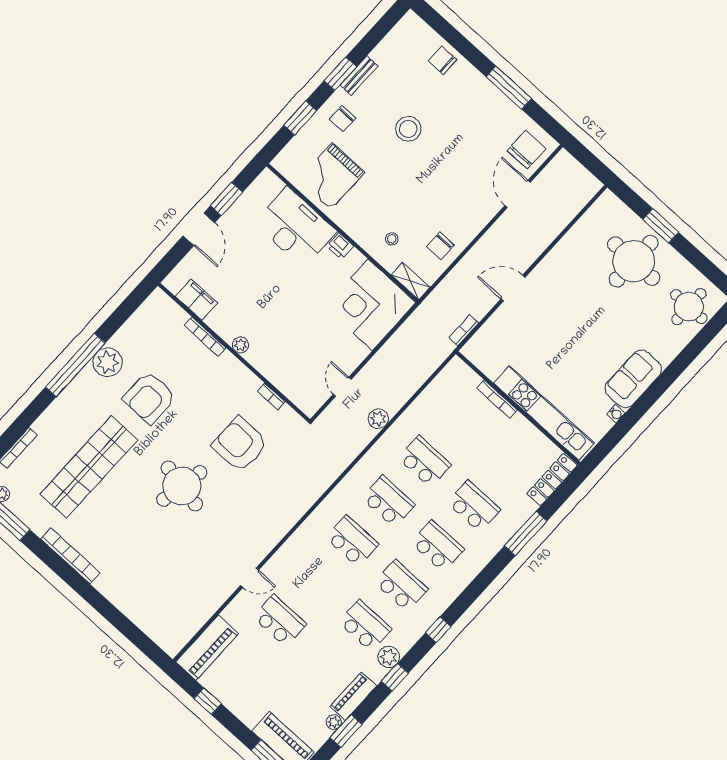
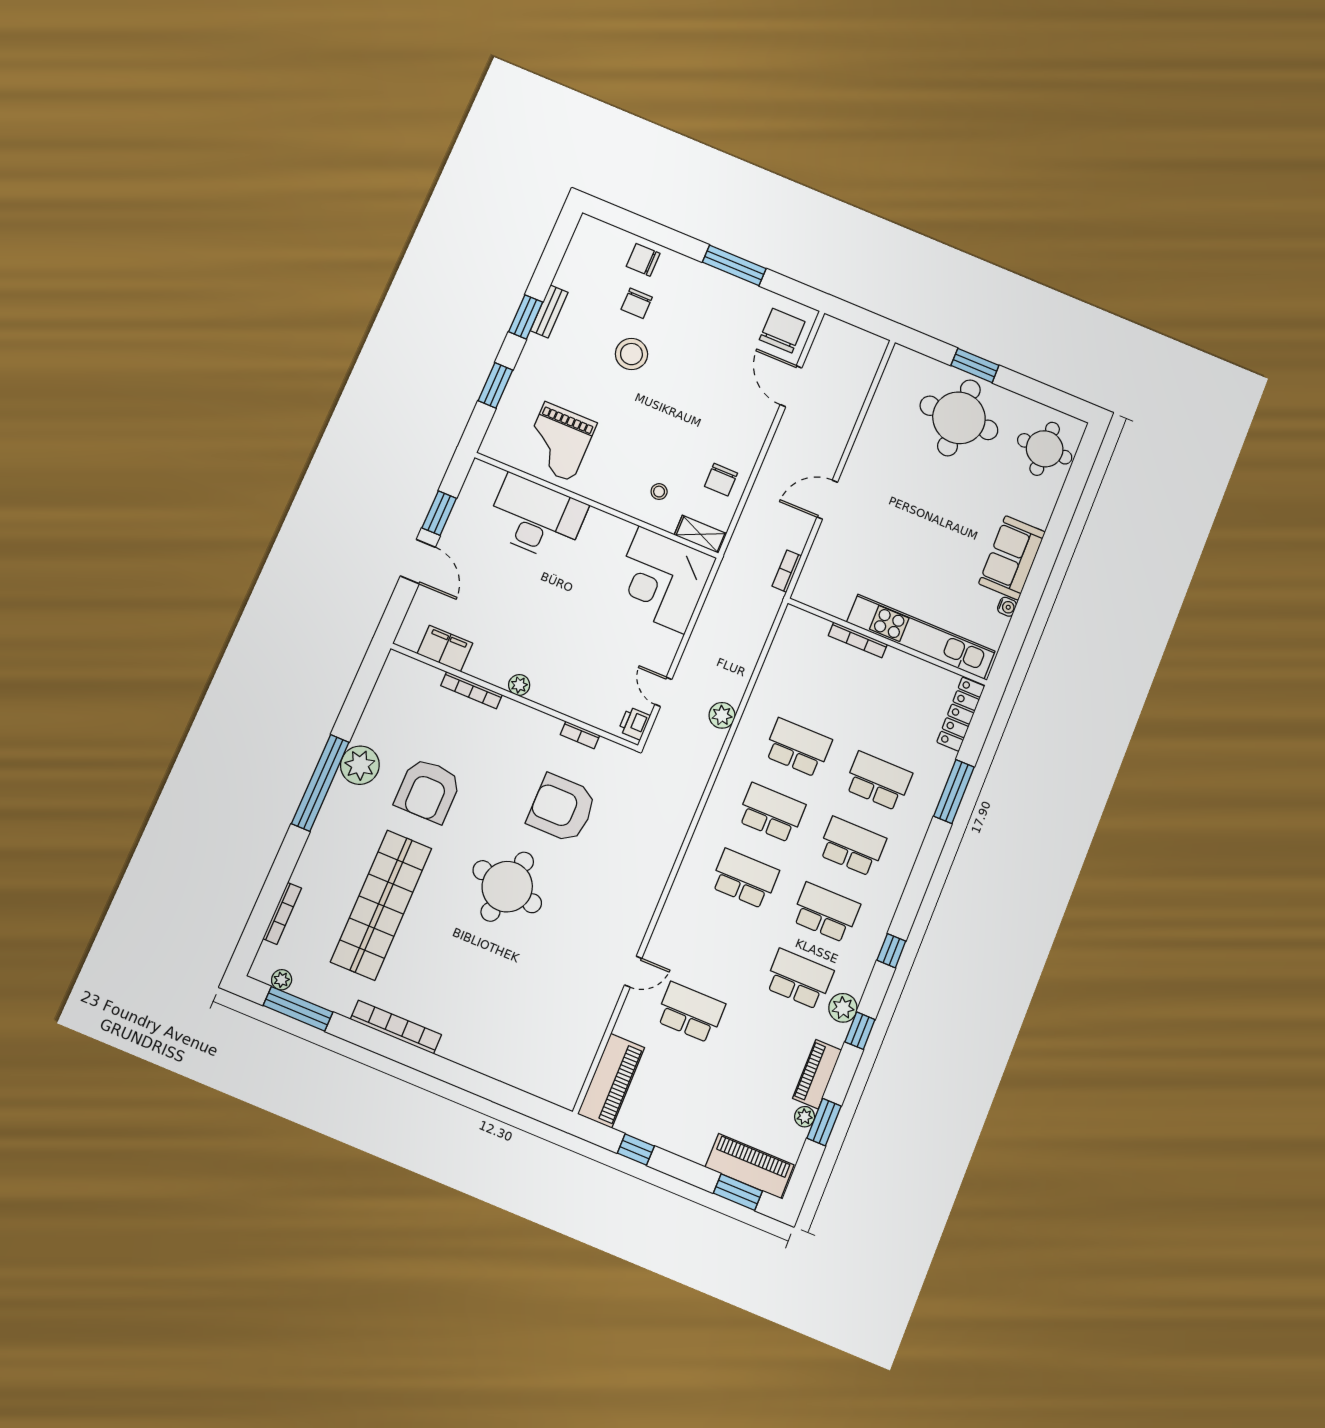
chair: (343, 119) -> (637, 303), moved
printer: (340, 246) -> (634, 723), moved, turned 90

